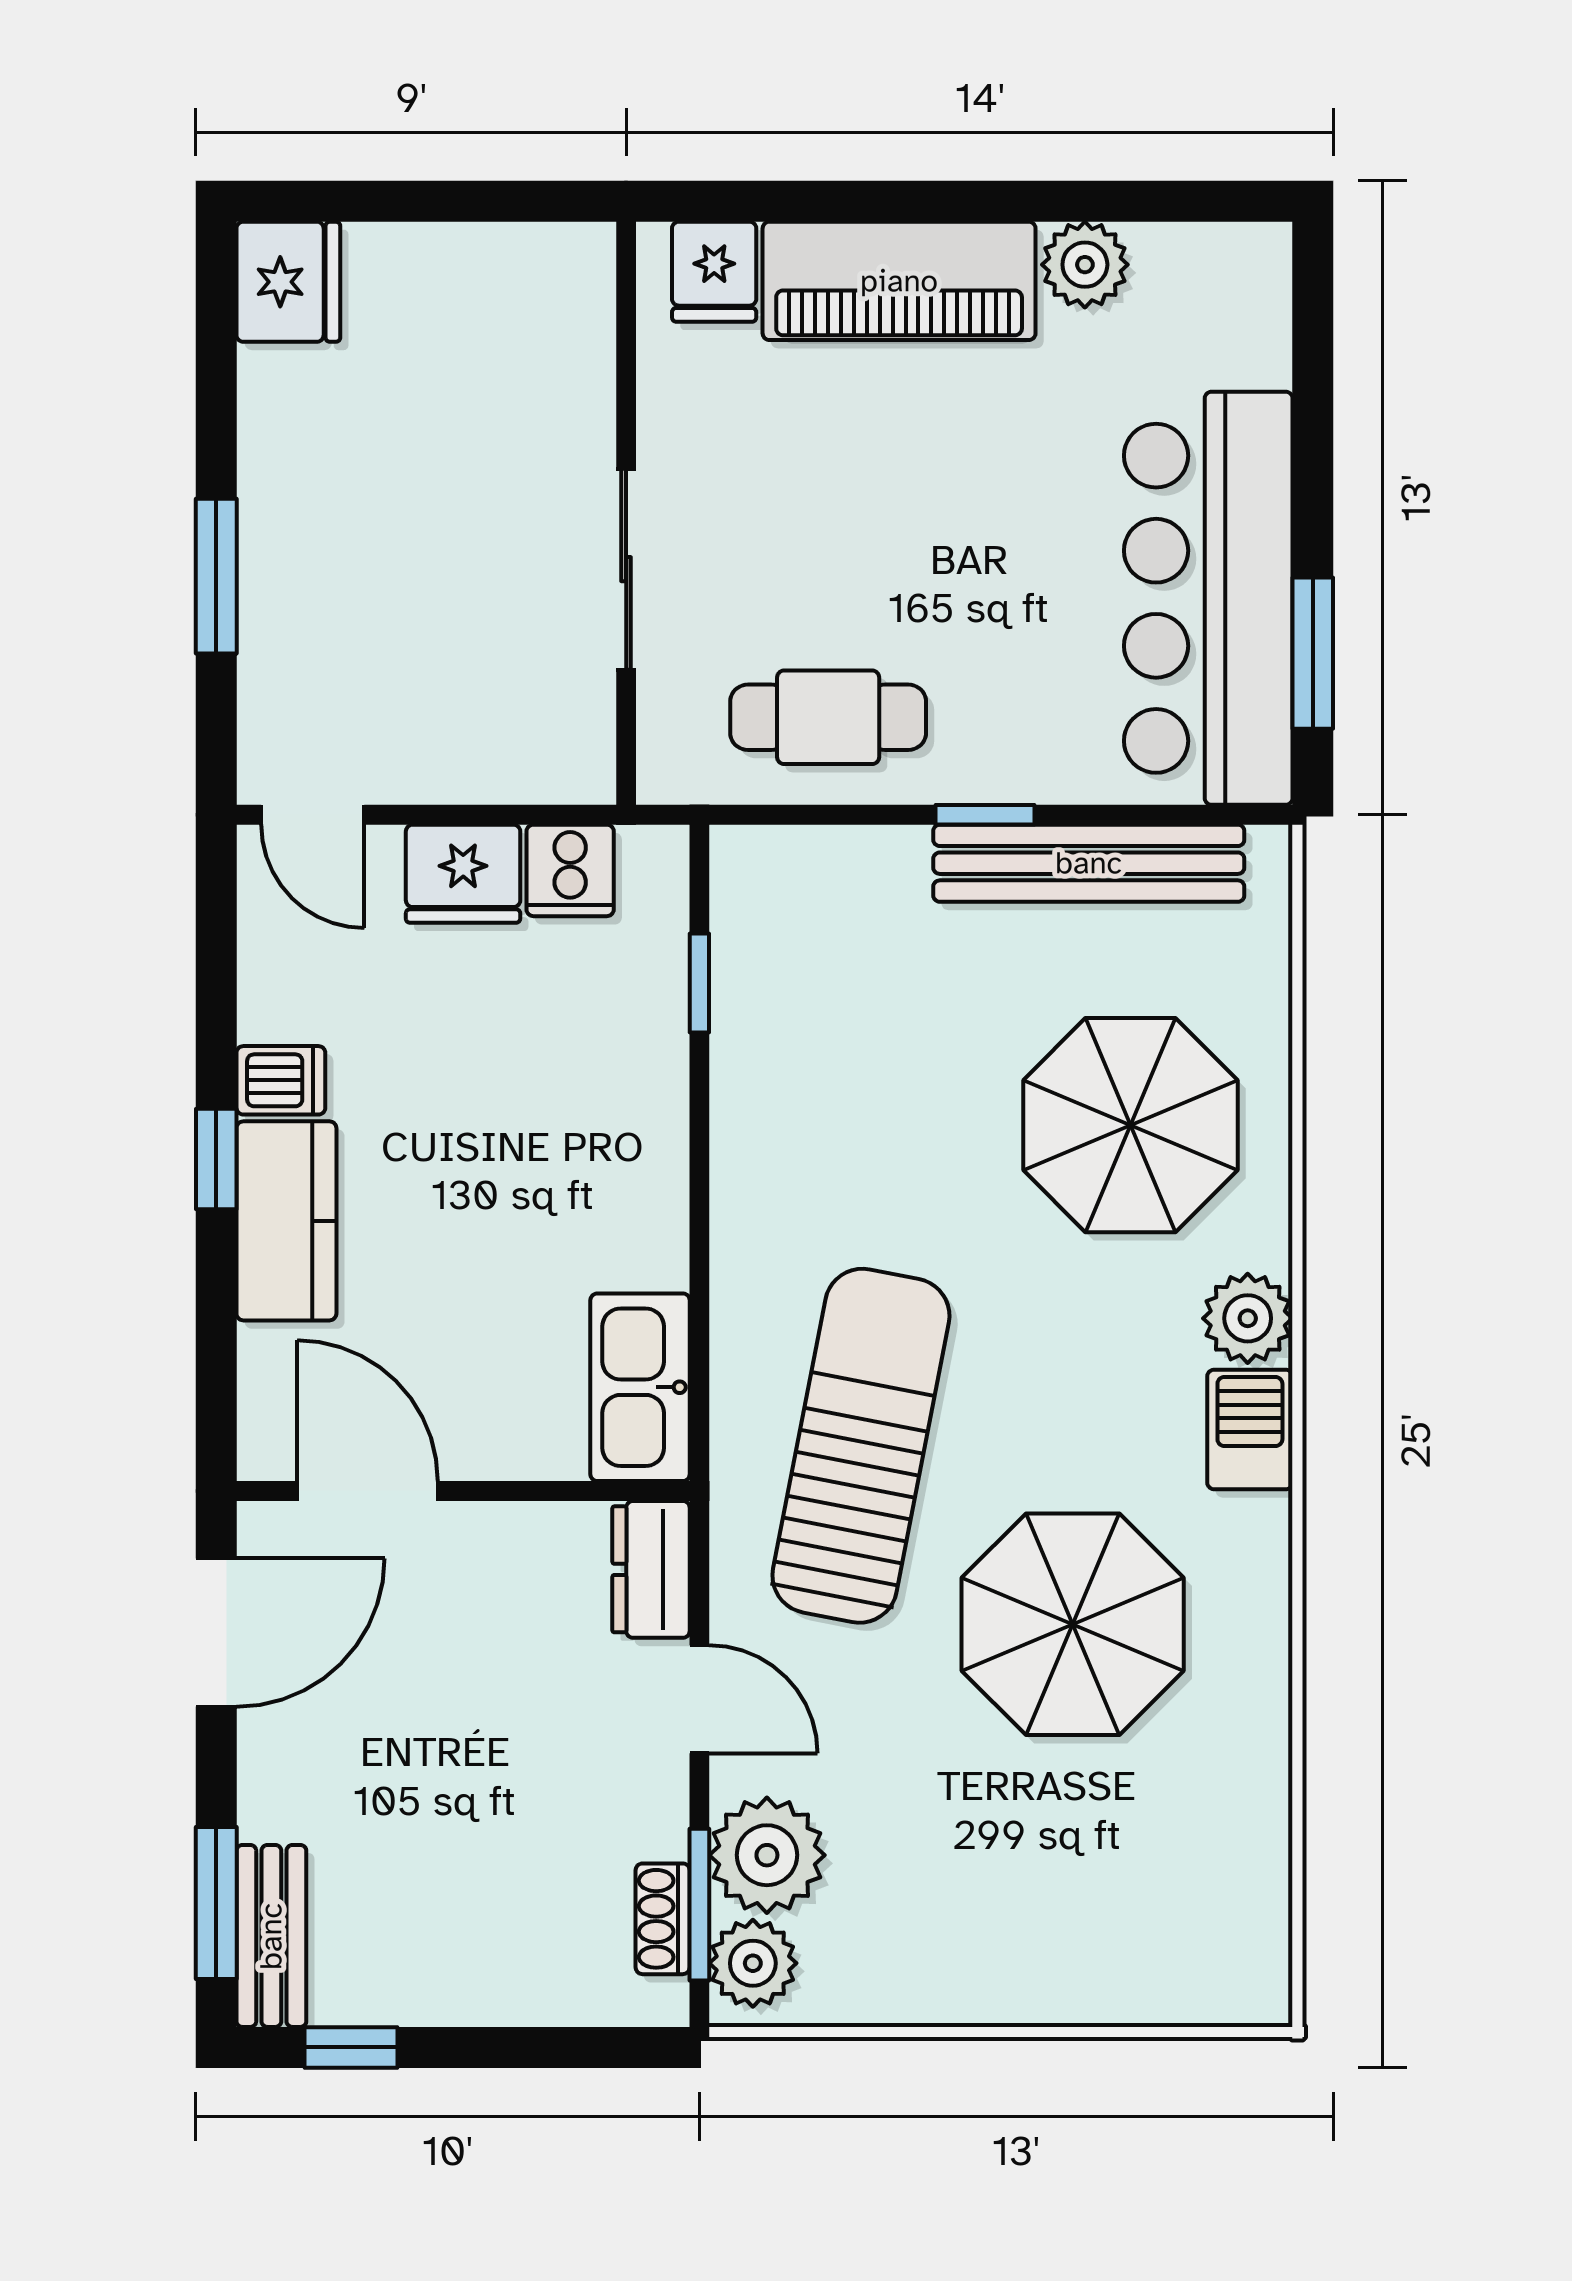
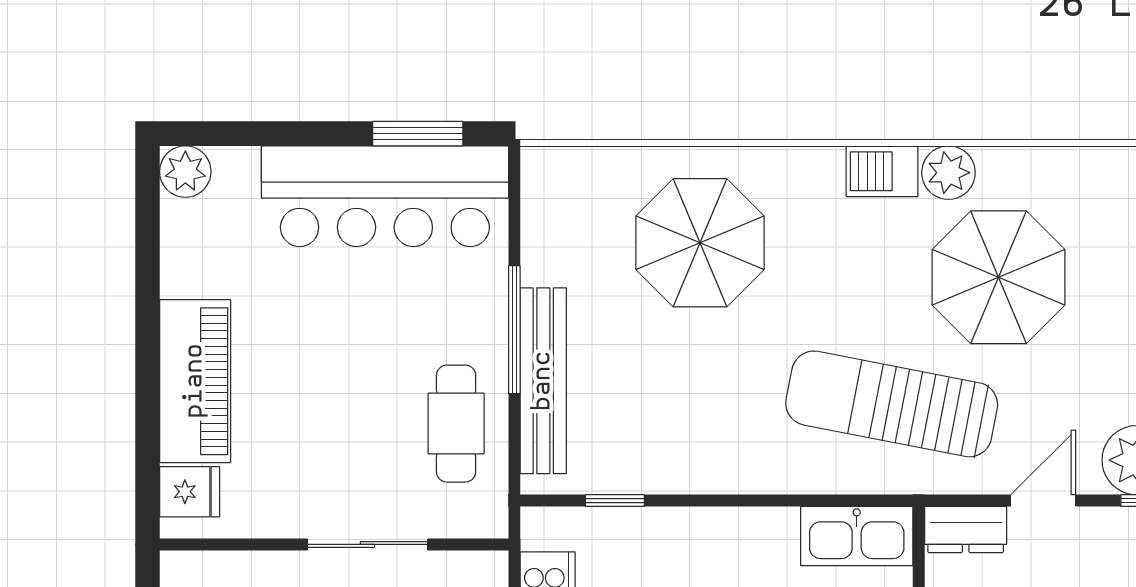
plant: (1085, 265) -> (185, 172), moved
window: (985, 815) -> (514, 330), width x2.17
bench: (1089, 863) -> (543, 381), moved
plant: (1248, 1318) -> (948, 173), moved

